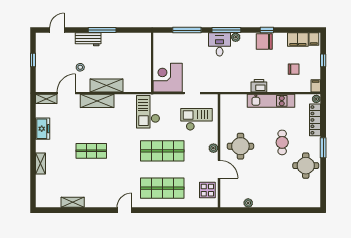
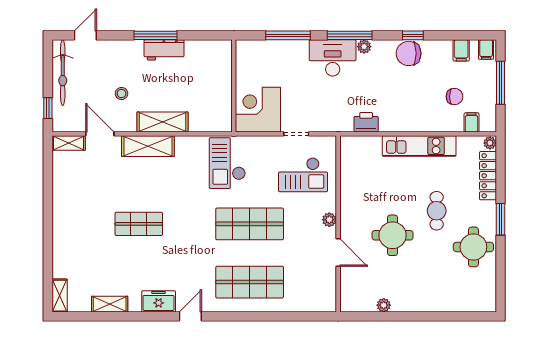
workbench: (88, 39) -> (164, 50), moved
filing cabinet: (298, 40) -> (461, 50), width x0.50
desk: (220, 44) -> (333, 58), width x1.37
bicycle: (43, 54) -> (63, 73), added
window: (33, 60) -> (48, 108), moved
window: (323, 60) -> (500, 83), width x2.17
printer: (259, 86) -> (366, 122), moved
filing cabinet: (316, 86) -> (472, 122), moved
door: (66, 93) -> (100, 134), hinge flipped
checkout: (197, 119) -> (303, 175), turned 180
freezer: (43, 129) -> (159, 301), moved, turned -90
round table: (240, 146) -> (393, 235), moved
shelving: (40, 164) -> (60, 296), moved
display table: (207, 190) -> (320, 285), removed

